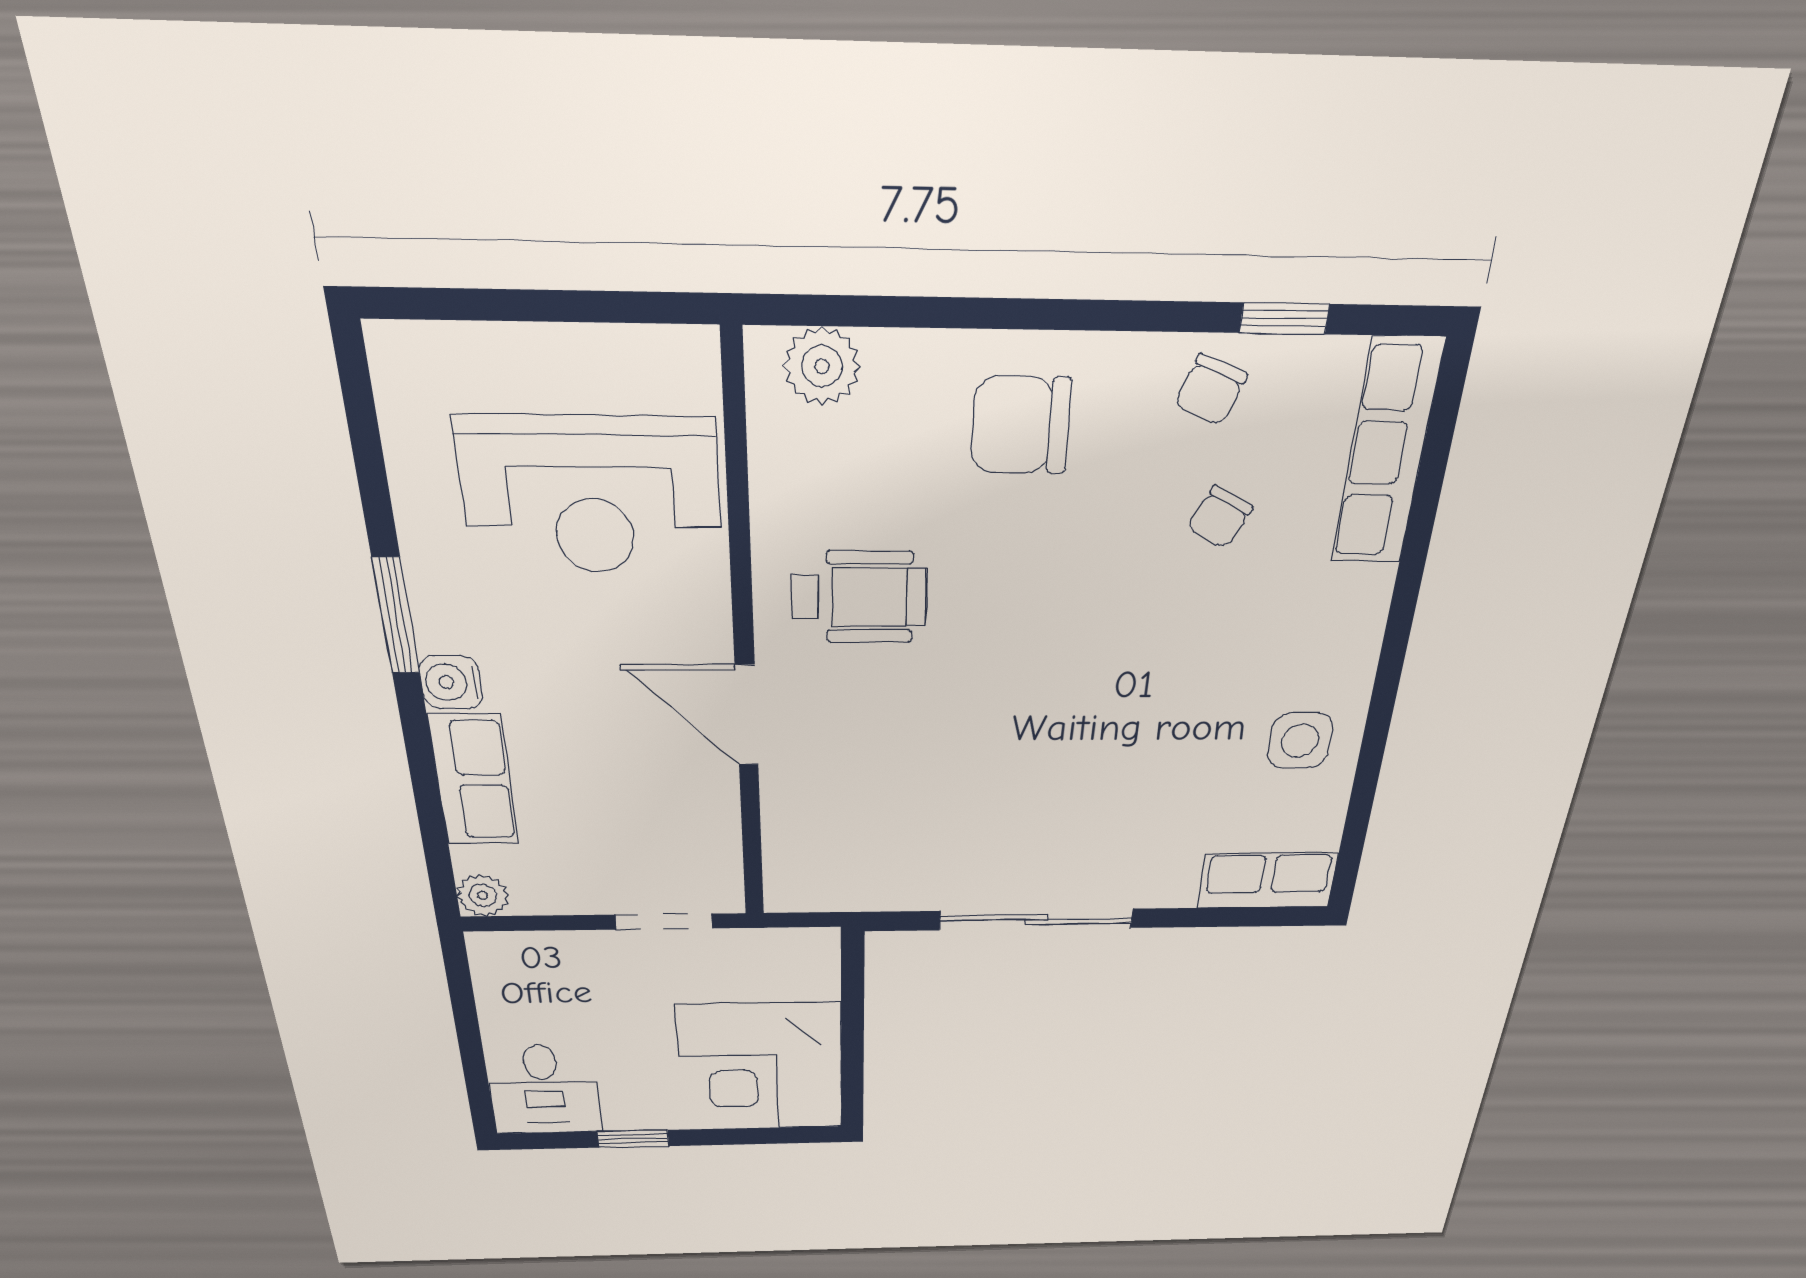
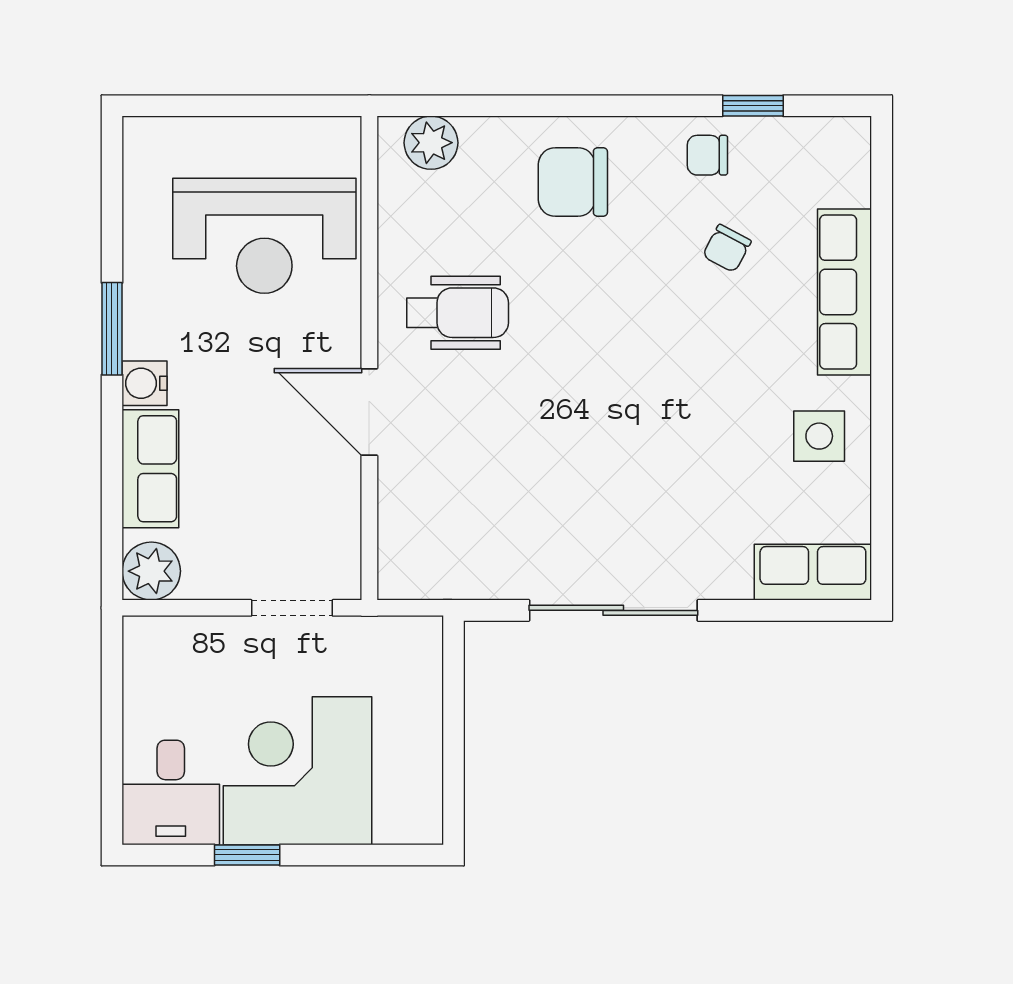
chair: (1211, 390) -> (707, 155), turned 68
row of seats: (1386, 453) -> (845, 292), moved
plant: (483, 895) -> (151, 571), width x1.38, depth x1.38
corner desk: (761, 1067) -> (297, 771), moved, turned 90

